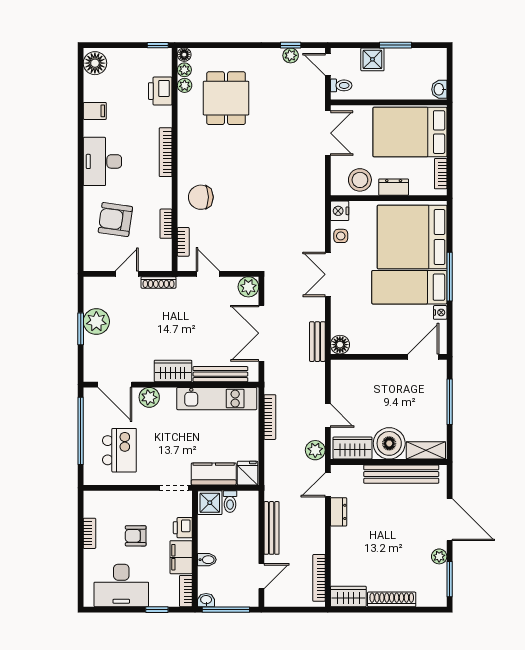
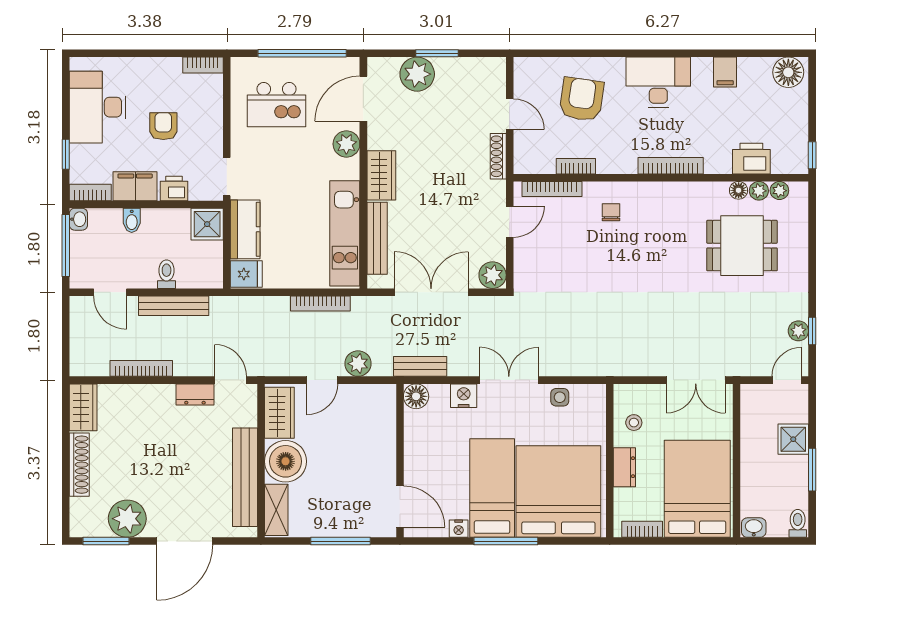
floor lamp: (184, 55) -> (739, 190), moved
toilet: (341, 85) -> (798, 523), moved, turned 180
stool: (360, 180) -> (634, 423), width x0.53, depth x0.53
chair: (201, 197) -> (611, 212), width x0.54, depth x0.54
nightstand: (340, 211) -> (464, 396), moved
bookcase: (183, 242) -> (552, 189), width x1.56
plant: (96, 322) -> (417, 74), moved
plant: (315, 450) -> (358, 364), moved
toilet: (230, 502) -> (167, 274), moved, turned 90
bookcase: (89, 533) -> (203, 65), moved
plant: (439, 556) -> (127, 519), width x1.87, depth x1.87
bookcase: (319, 578) -> (141, 368), moved

